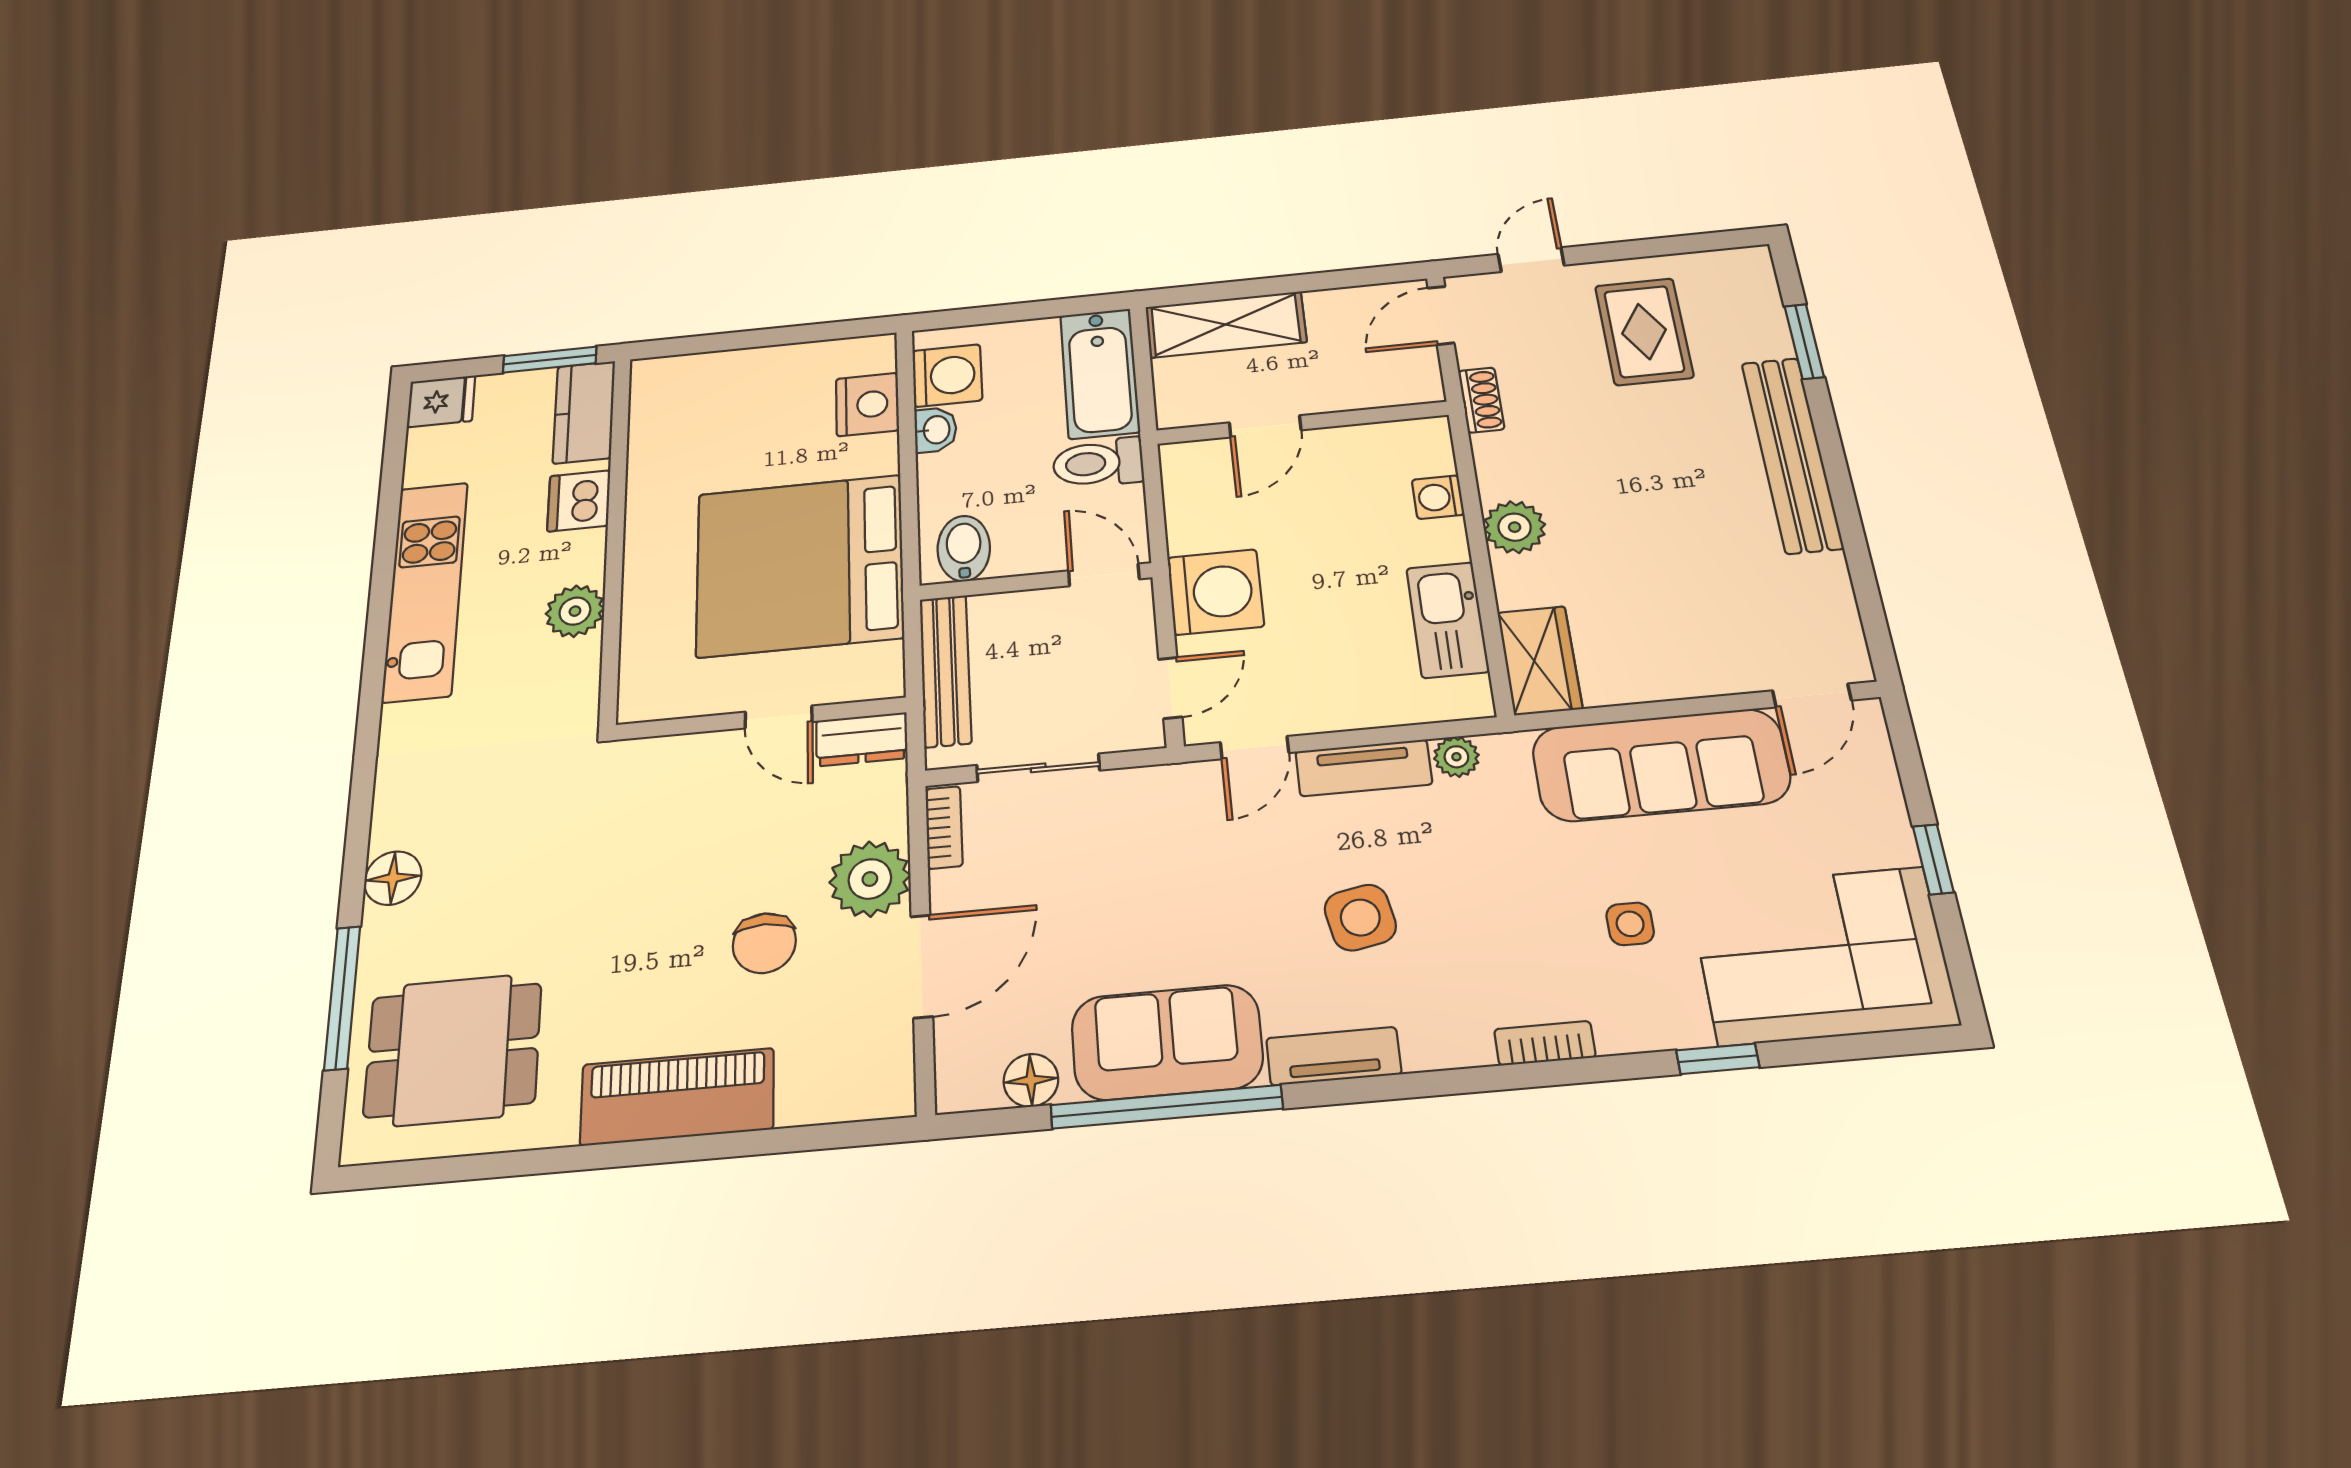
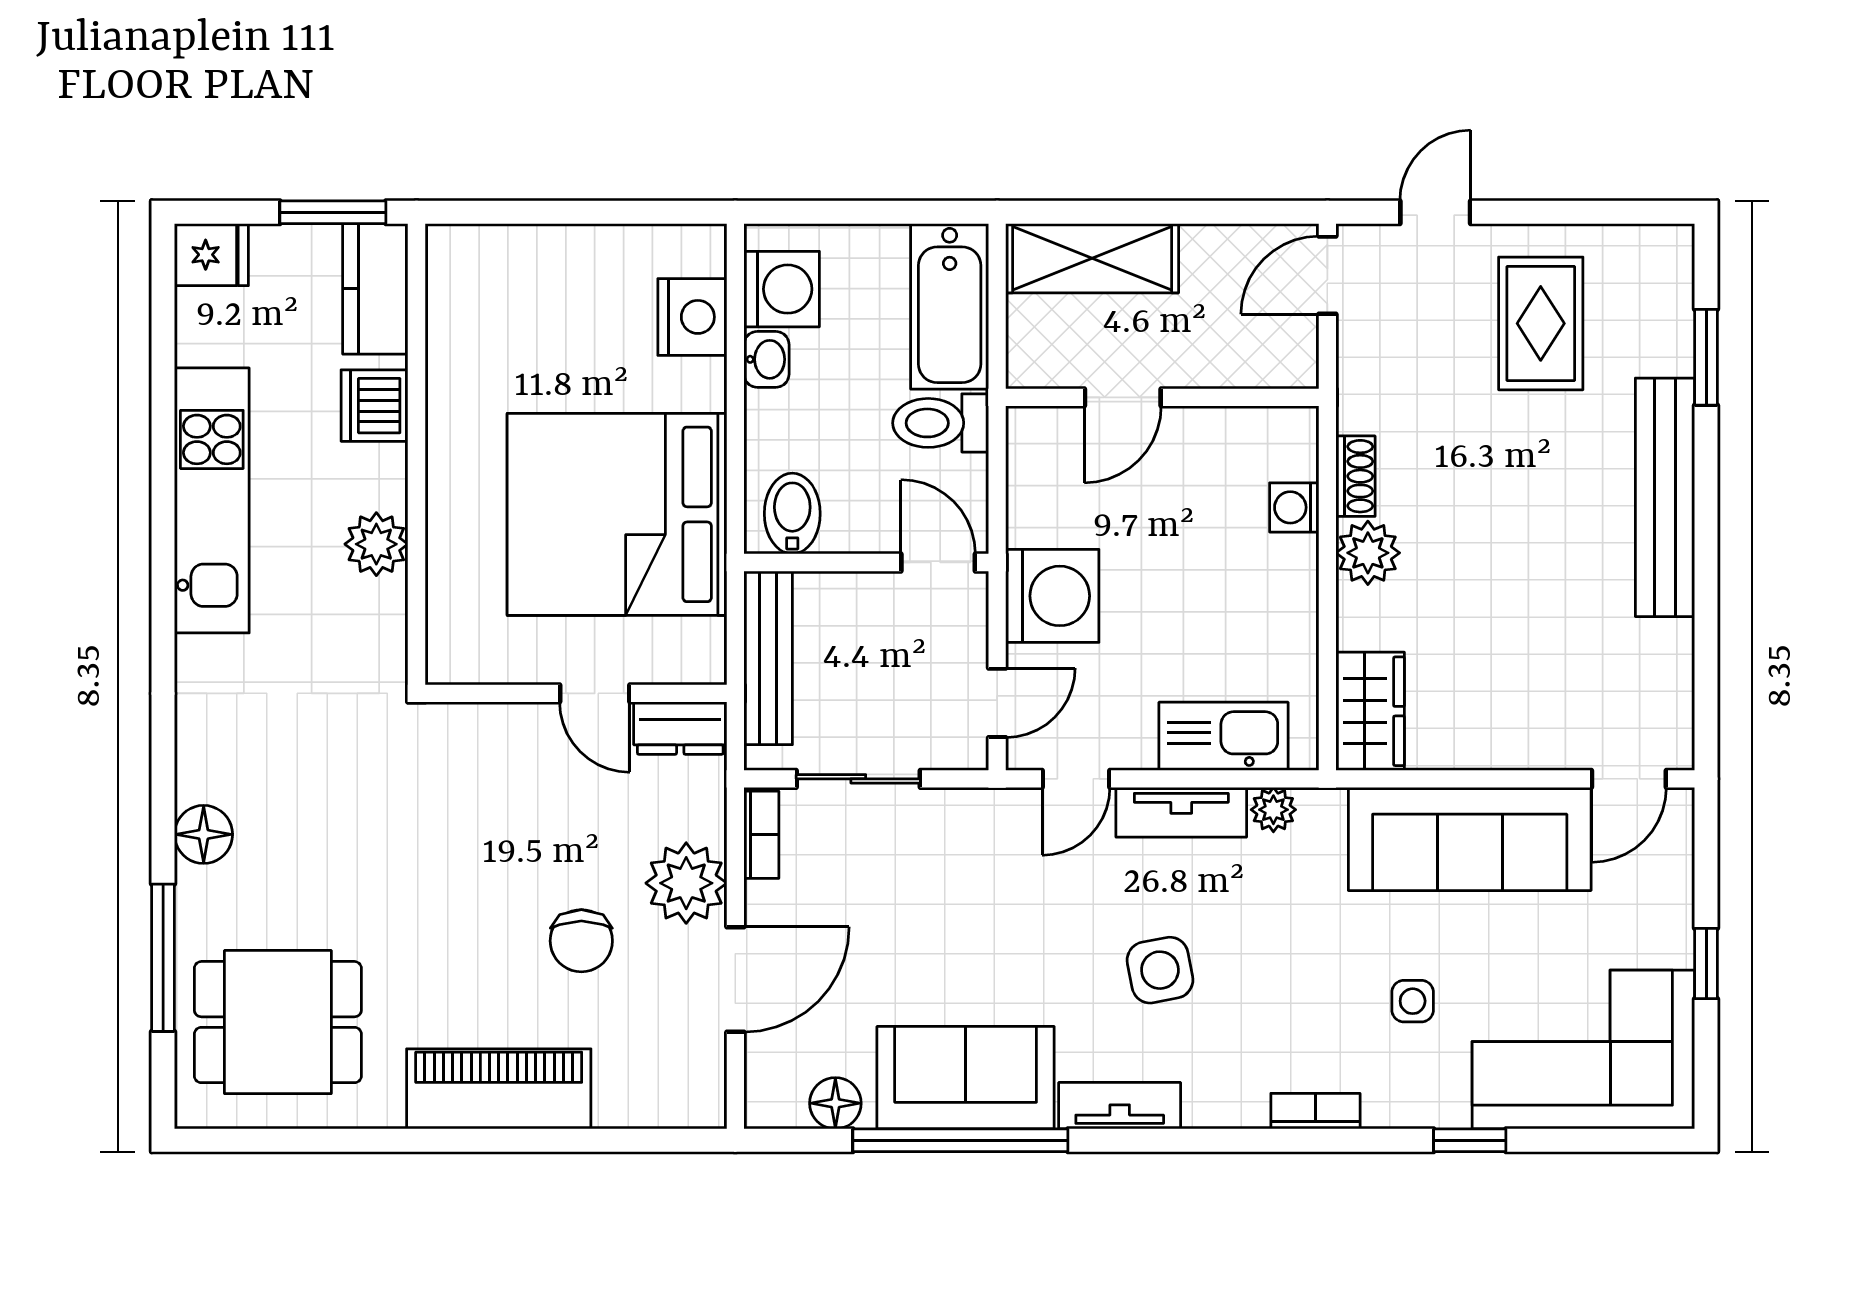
shoe rack: (1481, 400) -> (1356, 476), moved
kitchen sink: (1447, 620) -> (1224, 736), moved, turned 90

